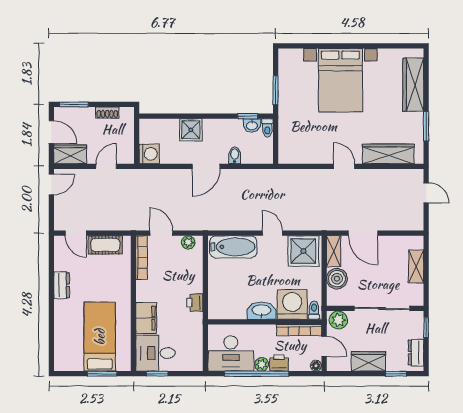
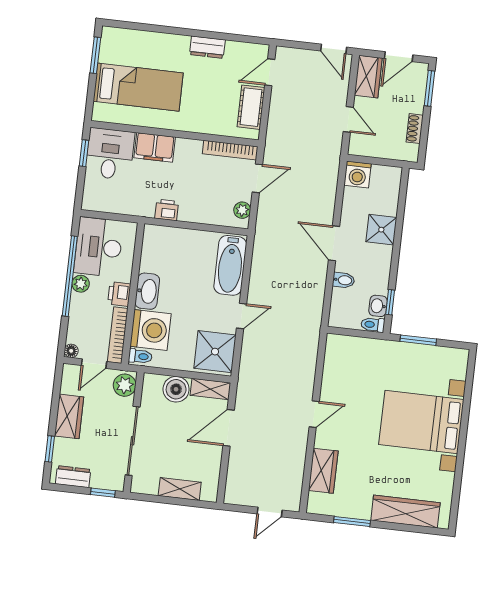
wardrobe: (388, 154) -> (323, 471), width x0.67
printer: (279, 363) -> (119, 294), moved, turned 180
window: (102, 374) -> (95, 55), moved

